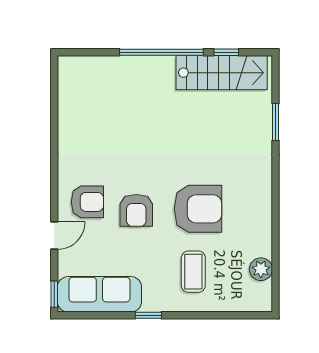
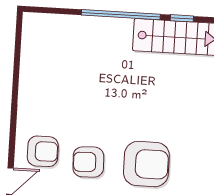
armchair: (136, 210) -> (88, 162), turned 88

